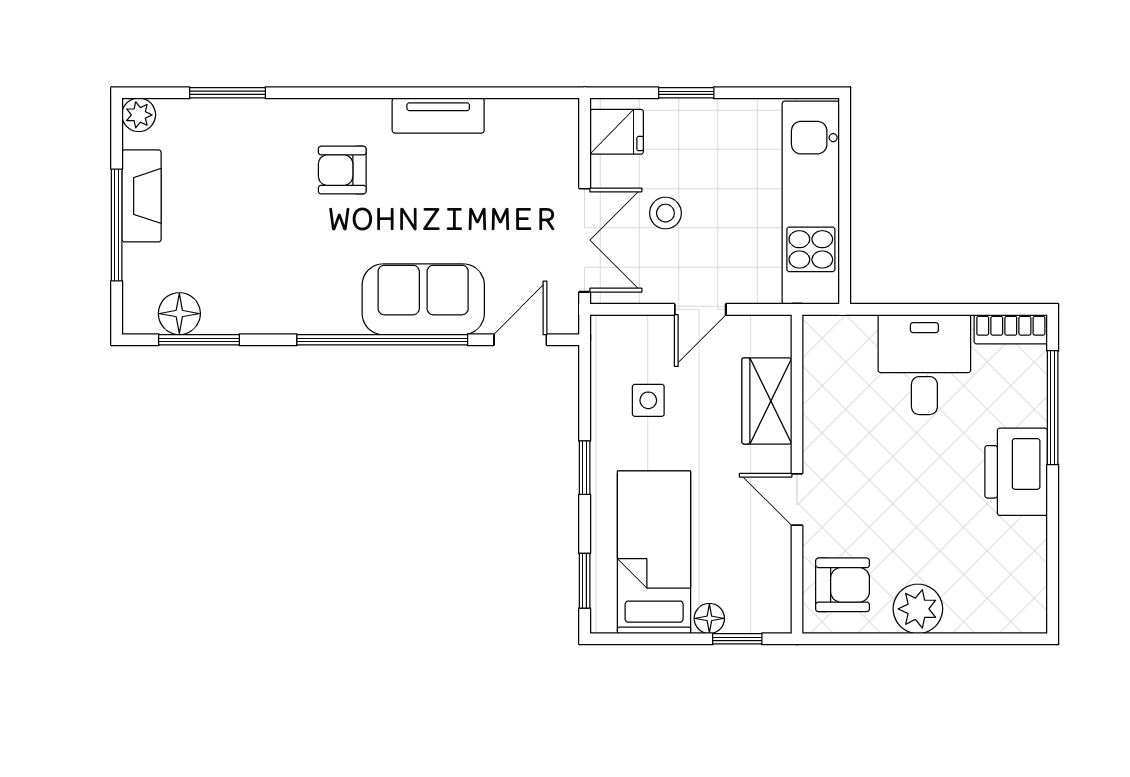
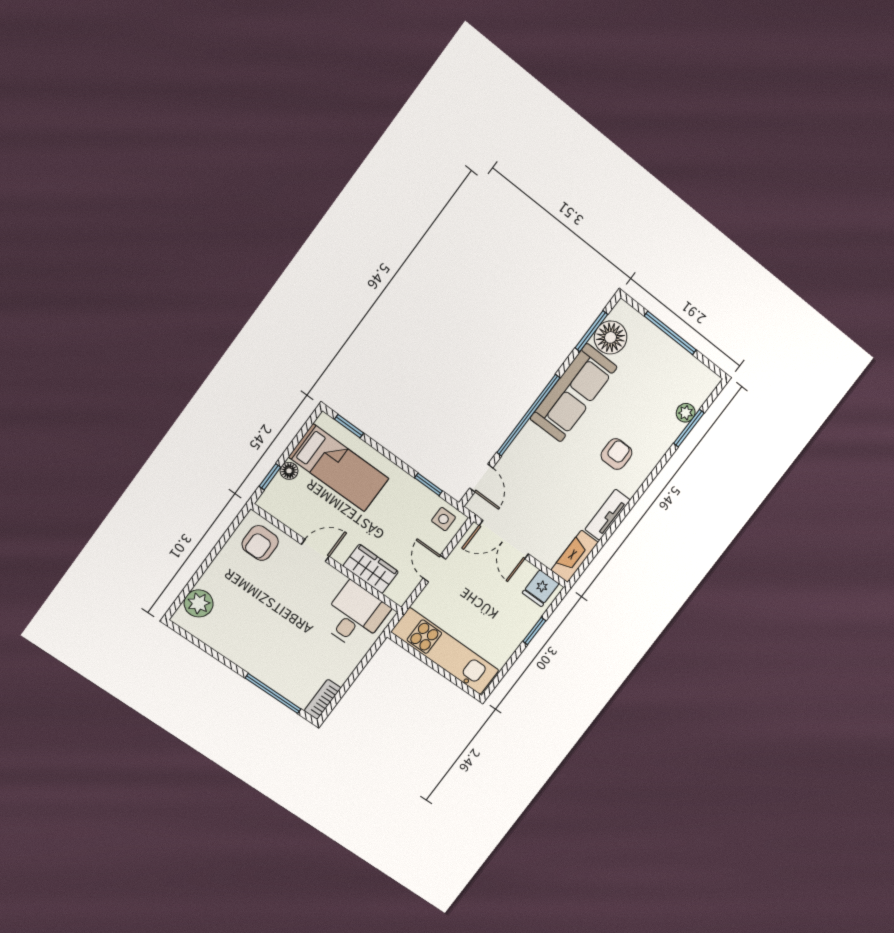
plant: (139, 115) -> (686, 413), moved
fireplace: (141, 196) -> (575, 556), moved, turned 90
stool: (665, 213) -> (489, 584), removed
sofa: (423, 299) -> (574, 393), moved, width x1.36
floor lamp: (179, 314) -> (611, 337), width x1.38, depth x1.38
desk: (924, 365) -> (355, 616), moved, turned -90
side table: (648, 400) -> (443, 519), moved
window: (585, 468) -> (429, 484), moved
printer: (1016, 472) -> (255, 657), removed
plant: (918, 609) -> (199, 603), moved

